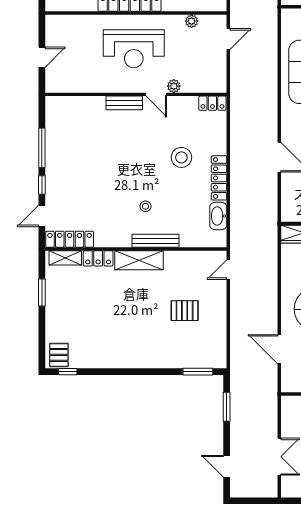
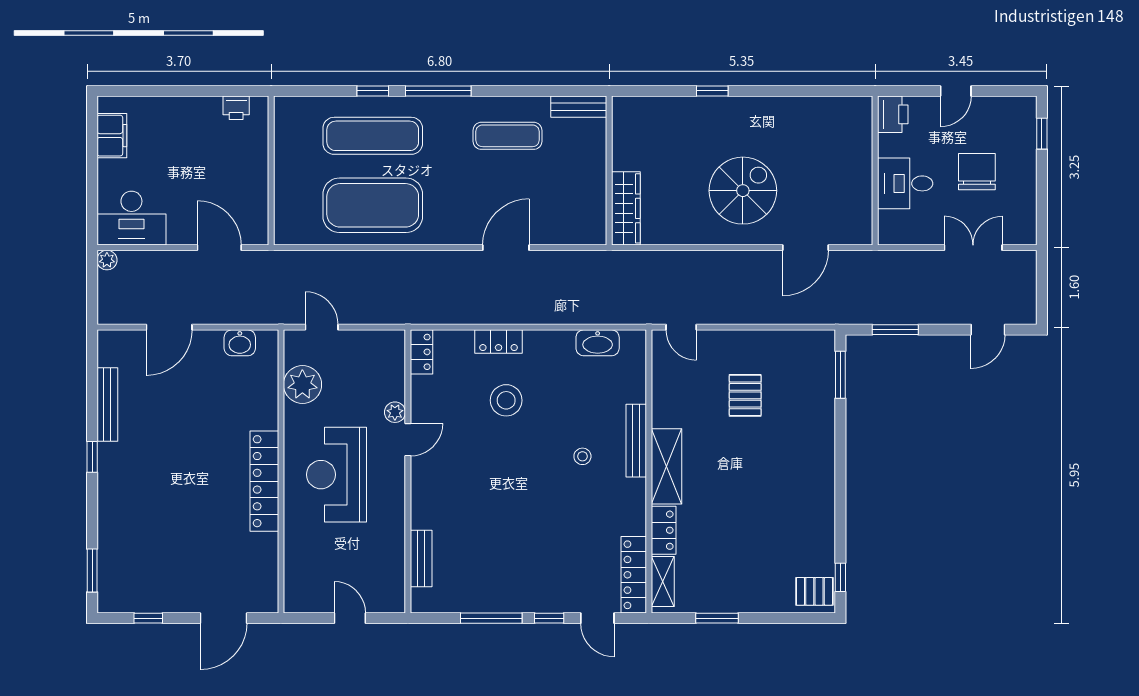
plant: (192, 21) -> (302, 385), width x1.87, depth x1.87
reception desk: (134, 49) -> (336, 475), turned 180
bench: (124, 103) -> (421, 559), moved
locker: (219, 178) -> (499, 342), moved, width x0.66

